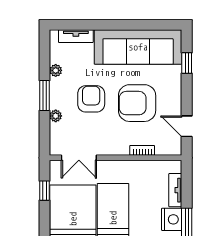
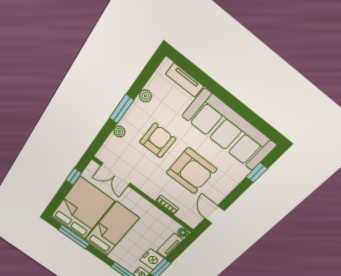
armchair: (137, 103) -> (191, 171), turned 180
floor lamp: (176, 166) -> (183, 232), added

